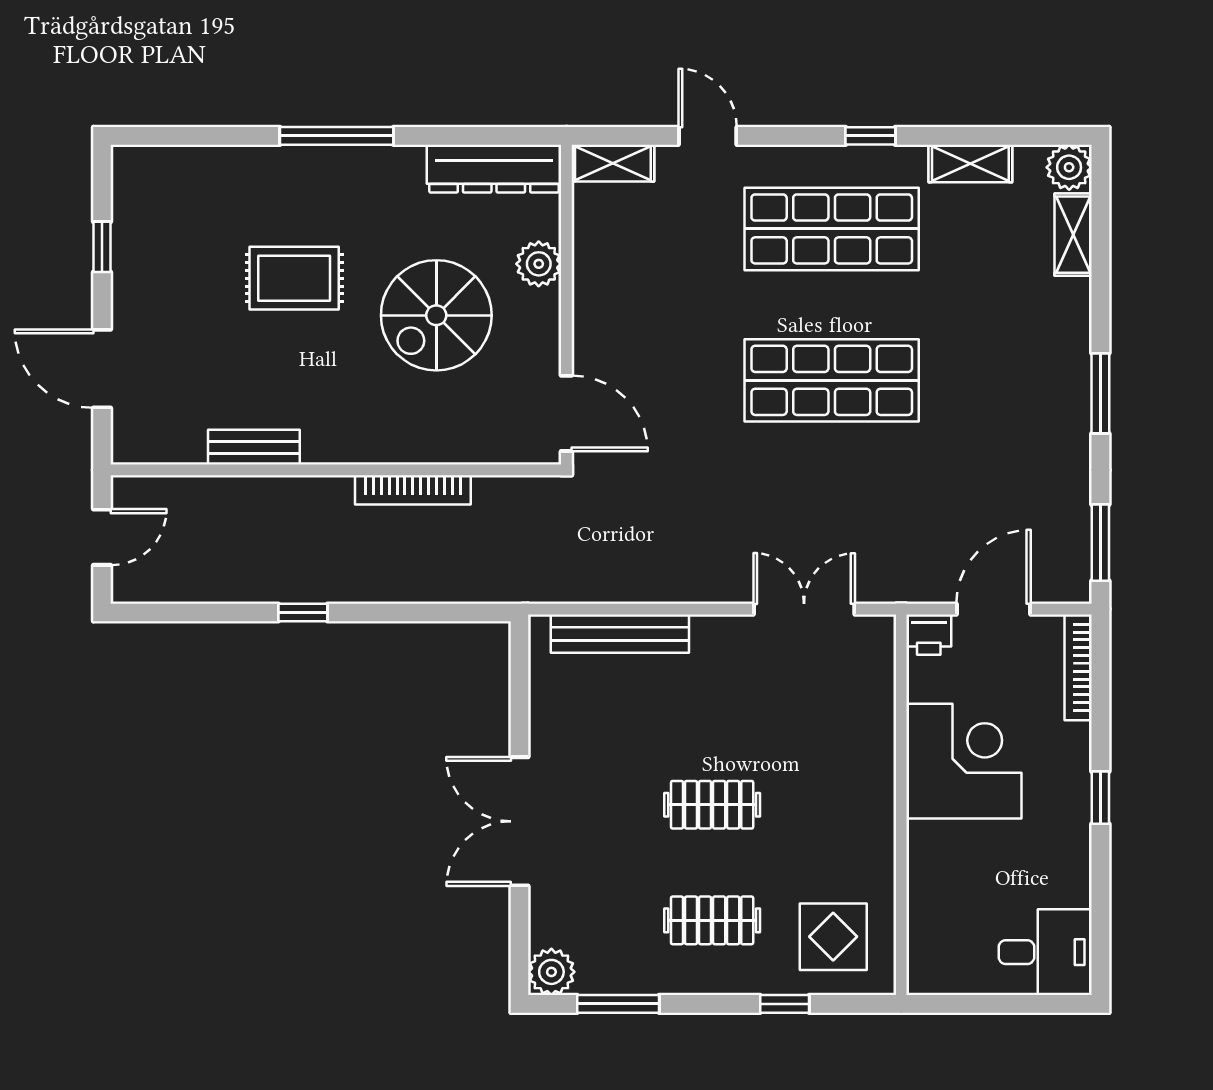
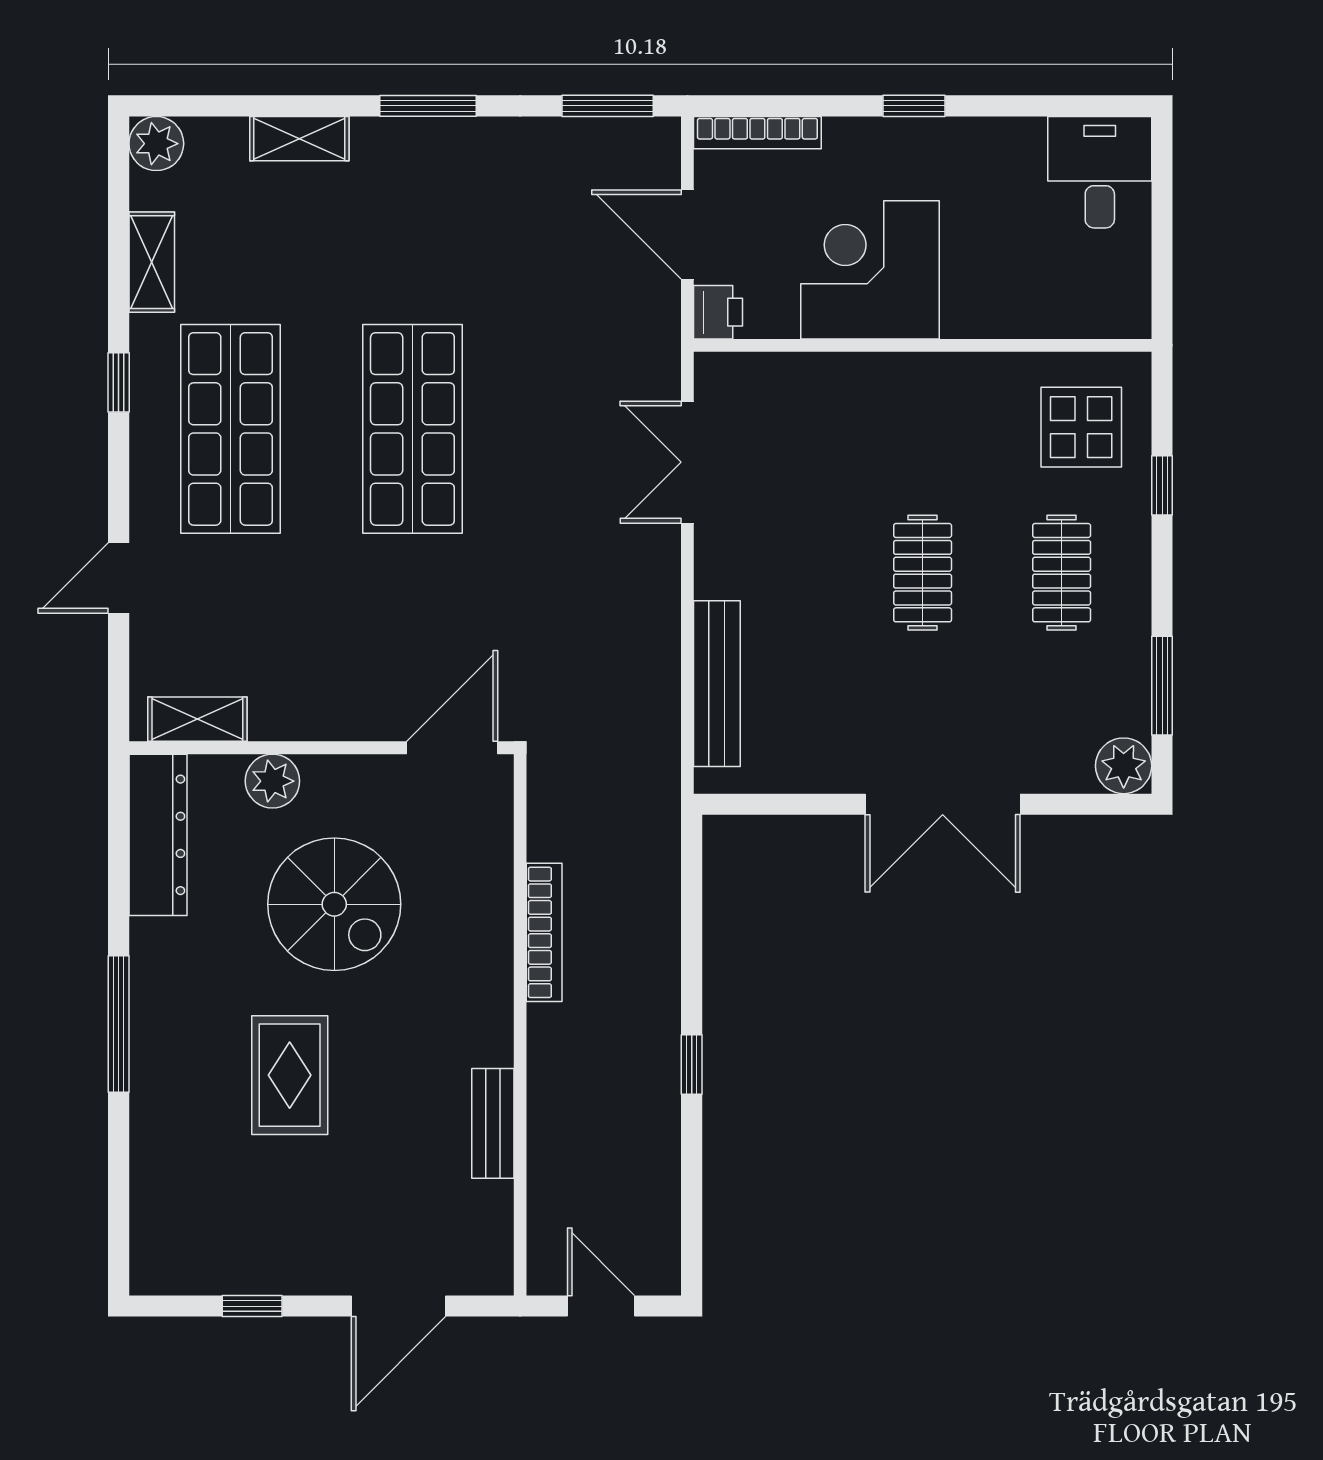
shelving: (613, 163) -> (197, 719), moved, turned 90
shelving: (1073, 235) -> (299, 139), moved

